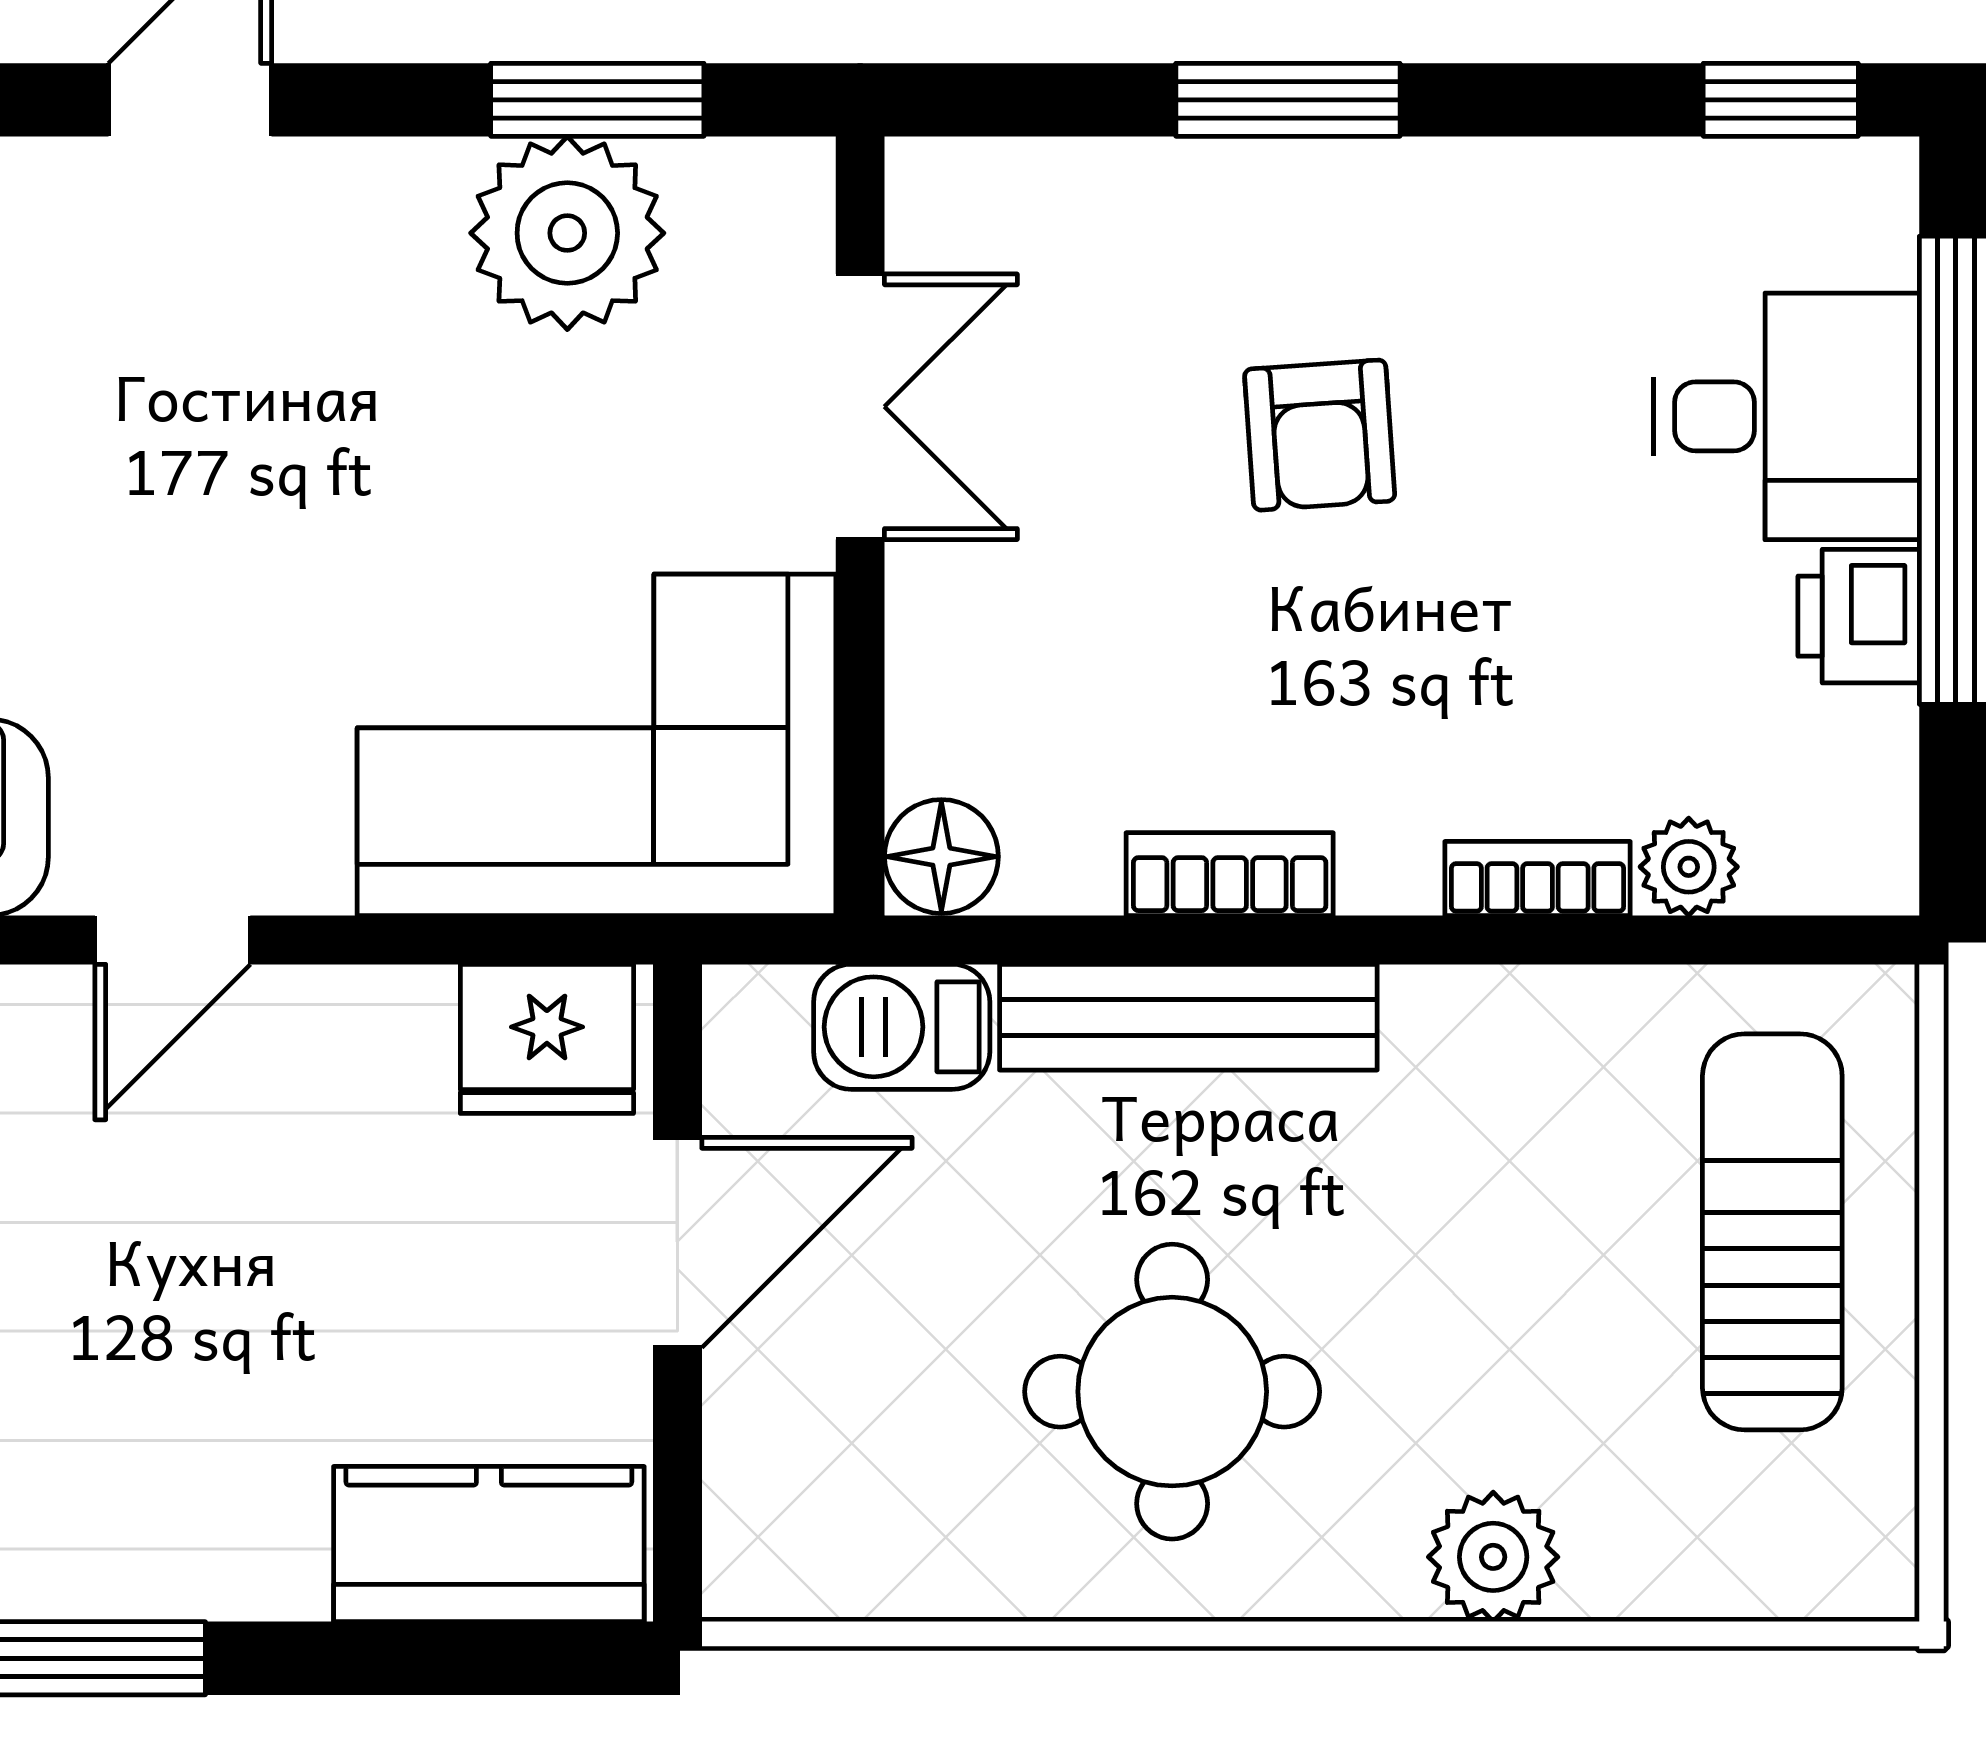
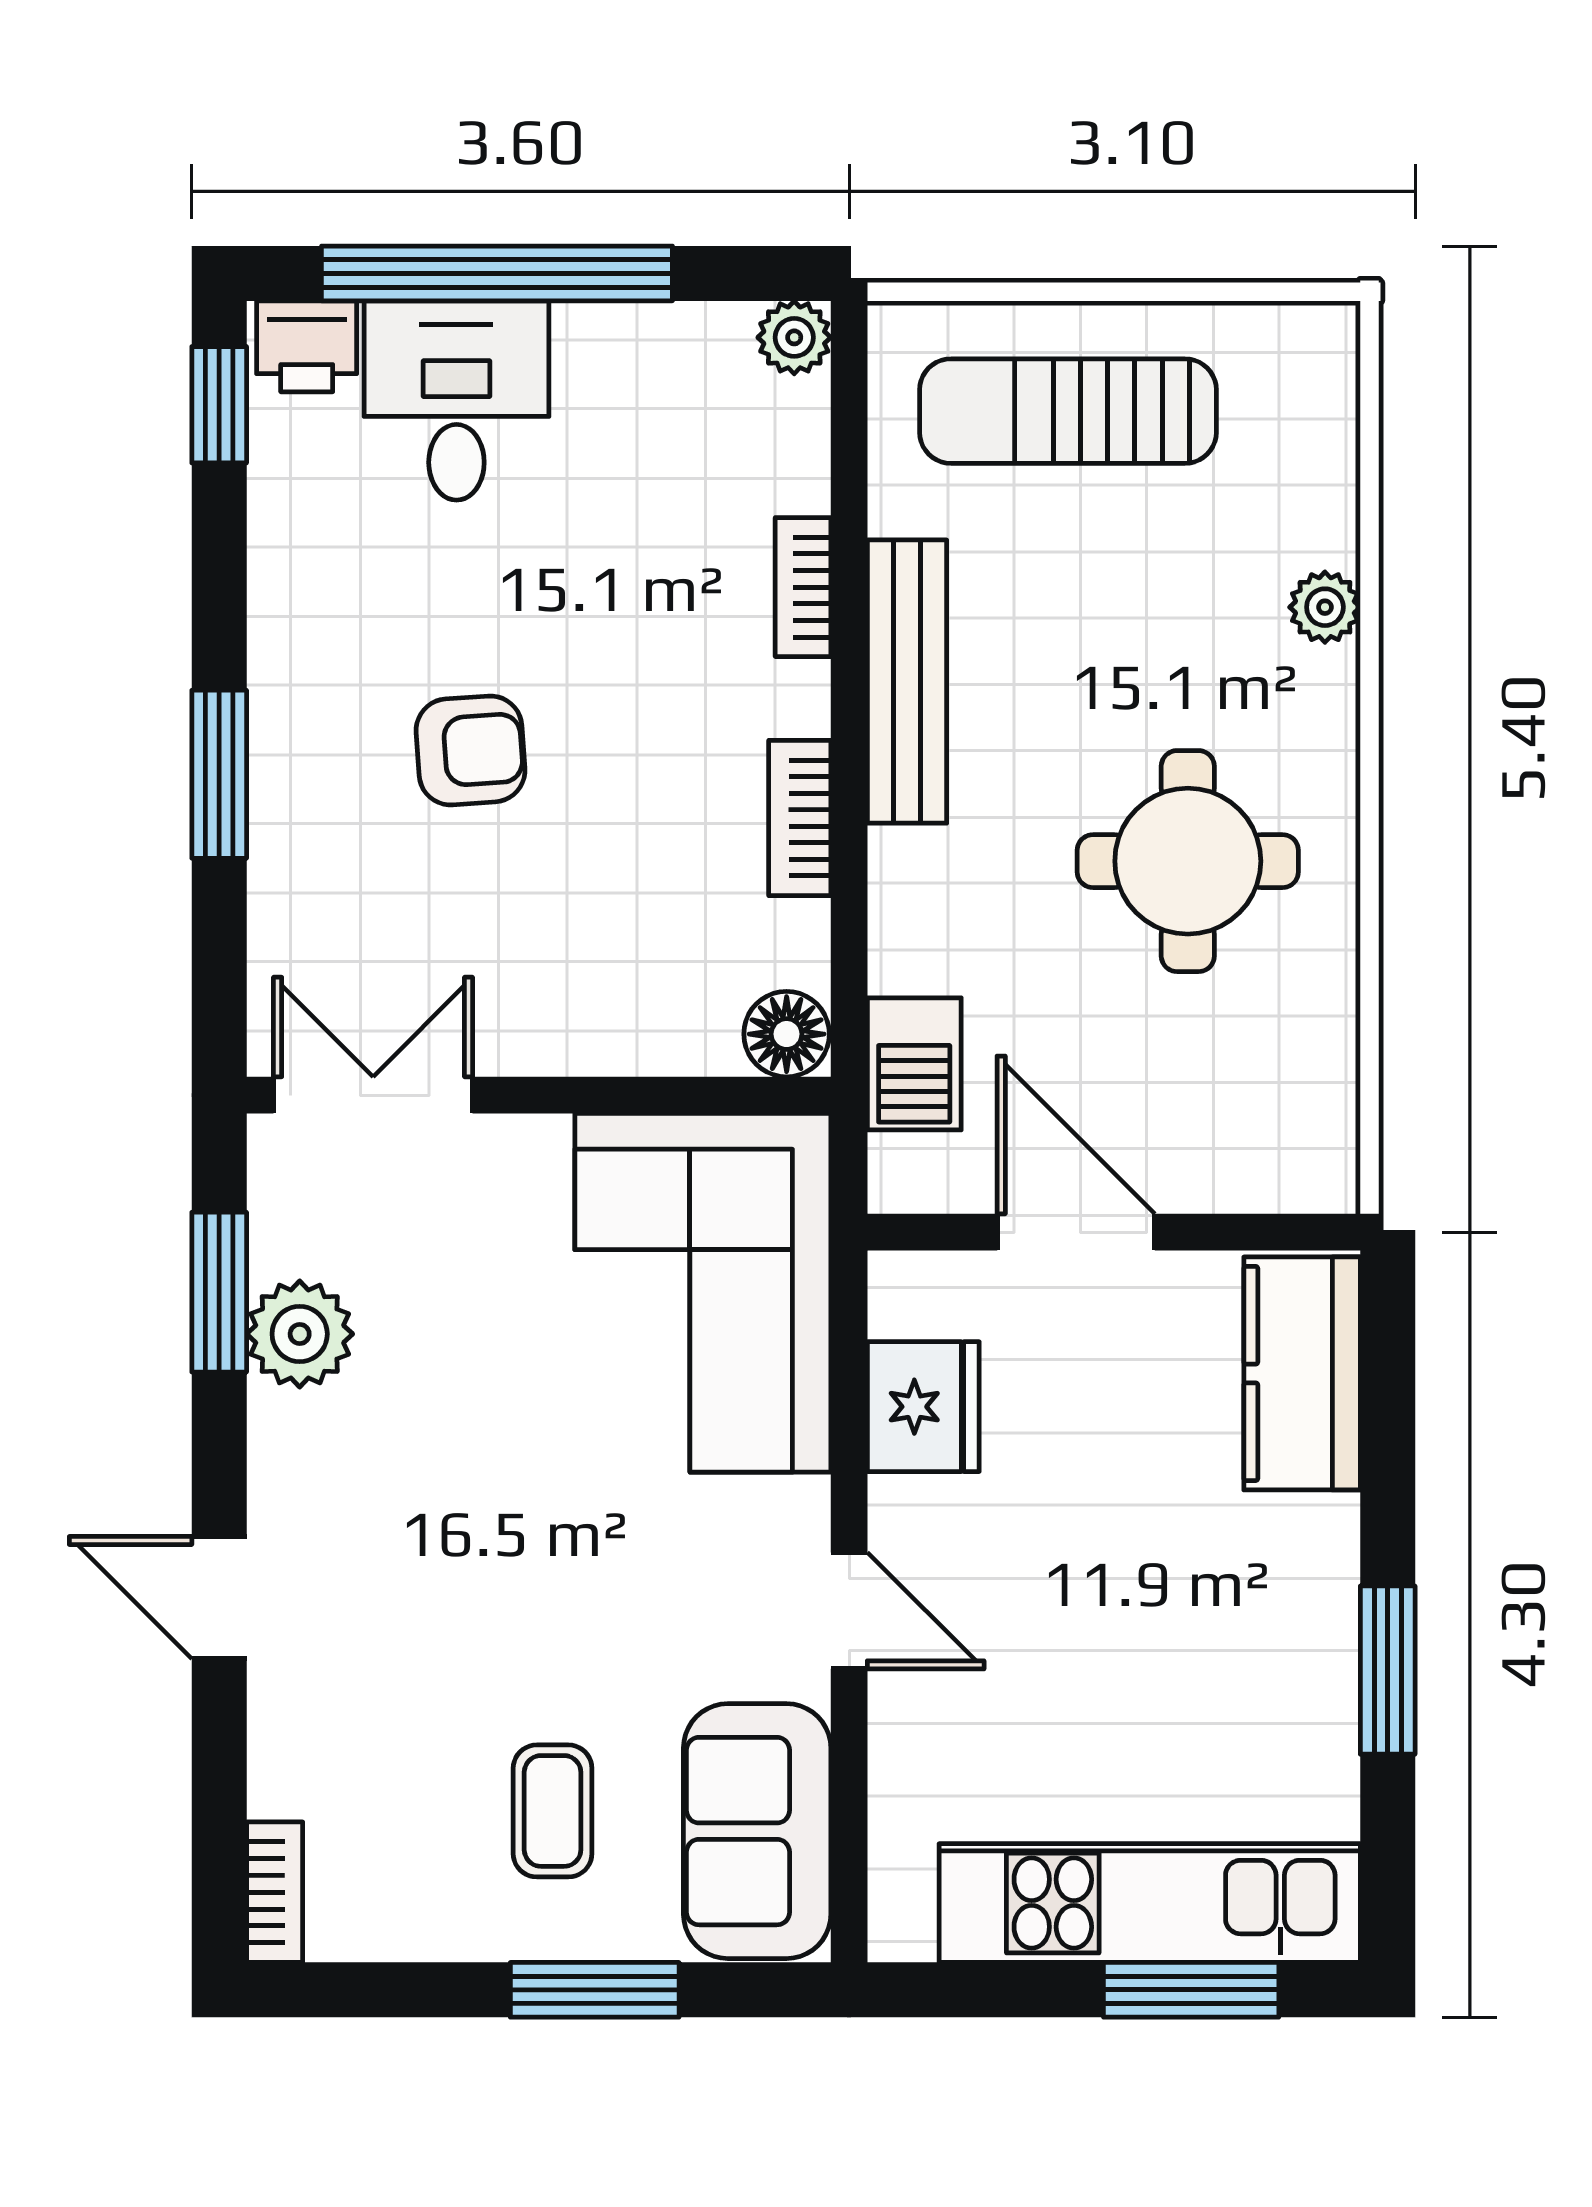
plant: (567, 233) -> (300, 1334), width x0.73, depth x0.73
double door: (860, 407) -> (373, 1095), moved
printer: (1859, 616) -> (307, 346), moved
plant: (1689, 867) -> (794, 337), moved
bench: (1188, 1017) -> (907, 682), moved
fridge: (547, 1039) -> (923, 1407), moved
plant: (1493, 1557) -> (1325, 607), width x0.73, depth x0.73

